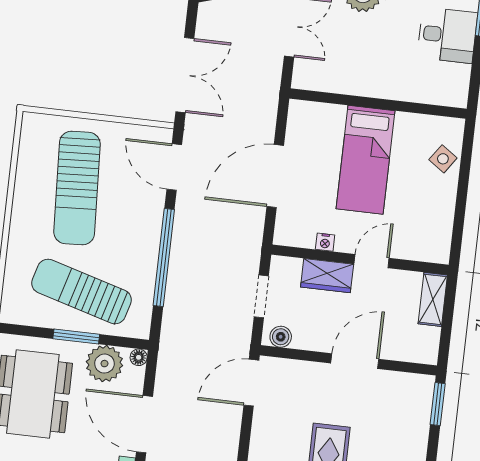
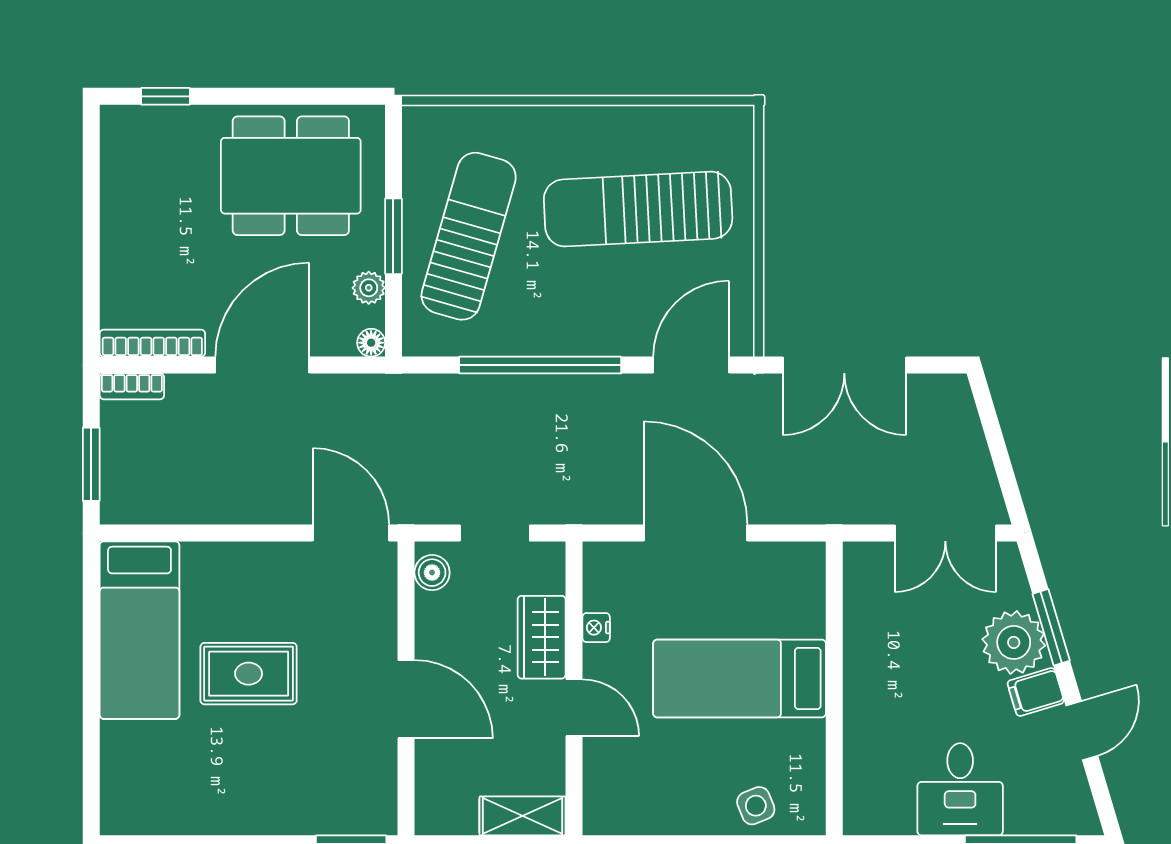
side table: (443, 159) -> (756, 806), turned 33
plant: (104, 364) -> (369, 288), width x0.53, depth x0.53

